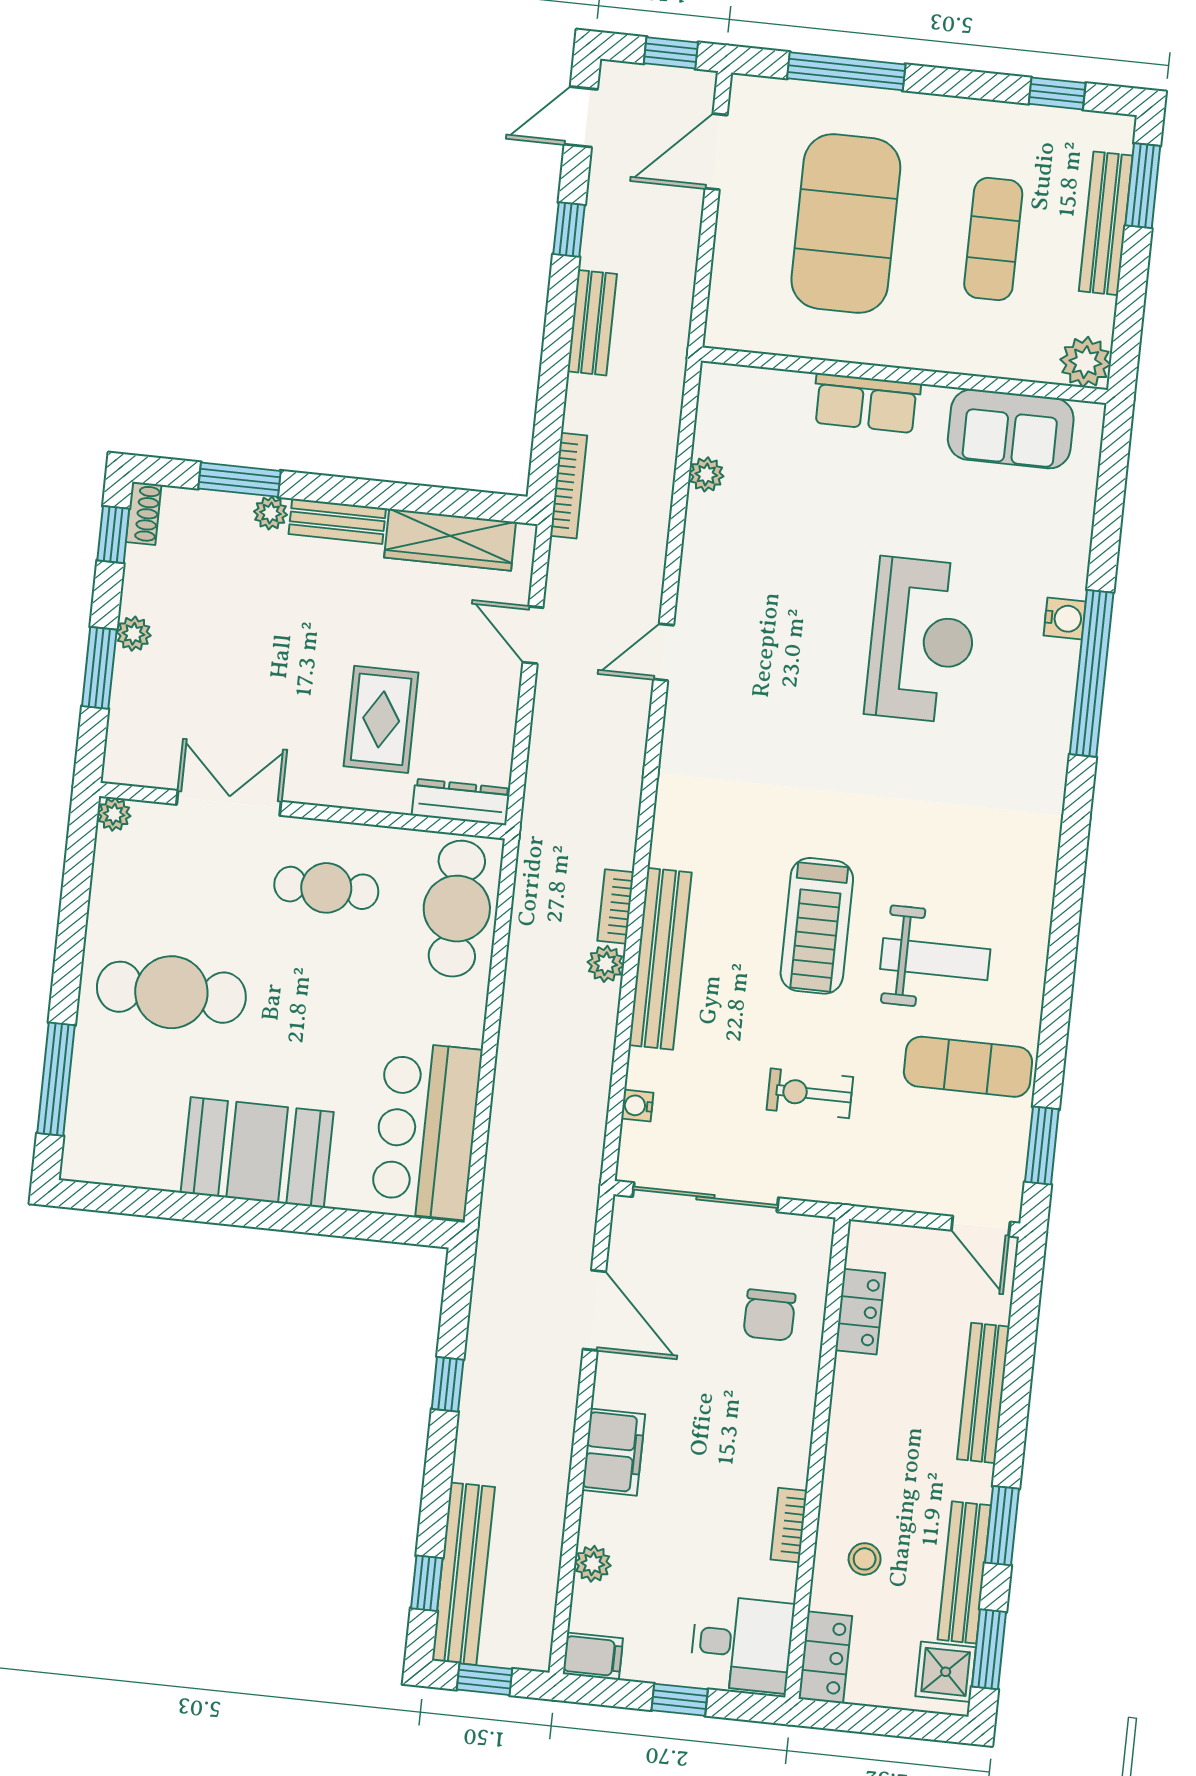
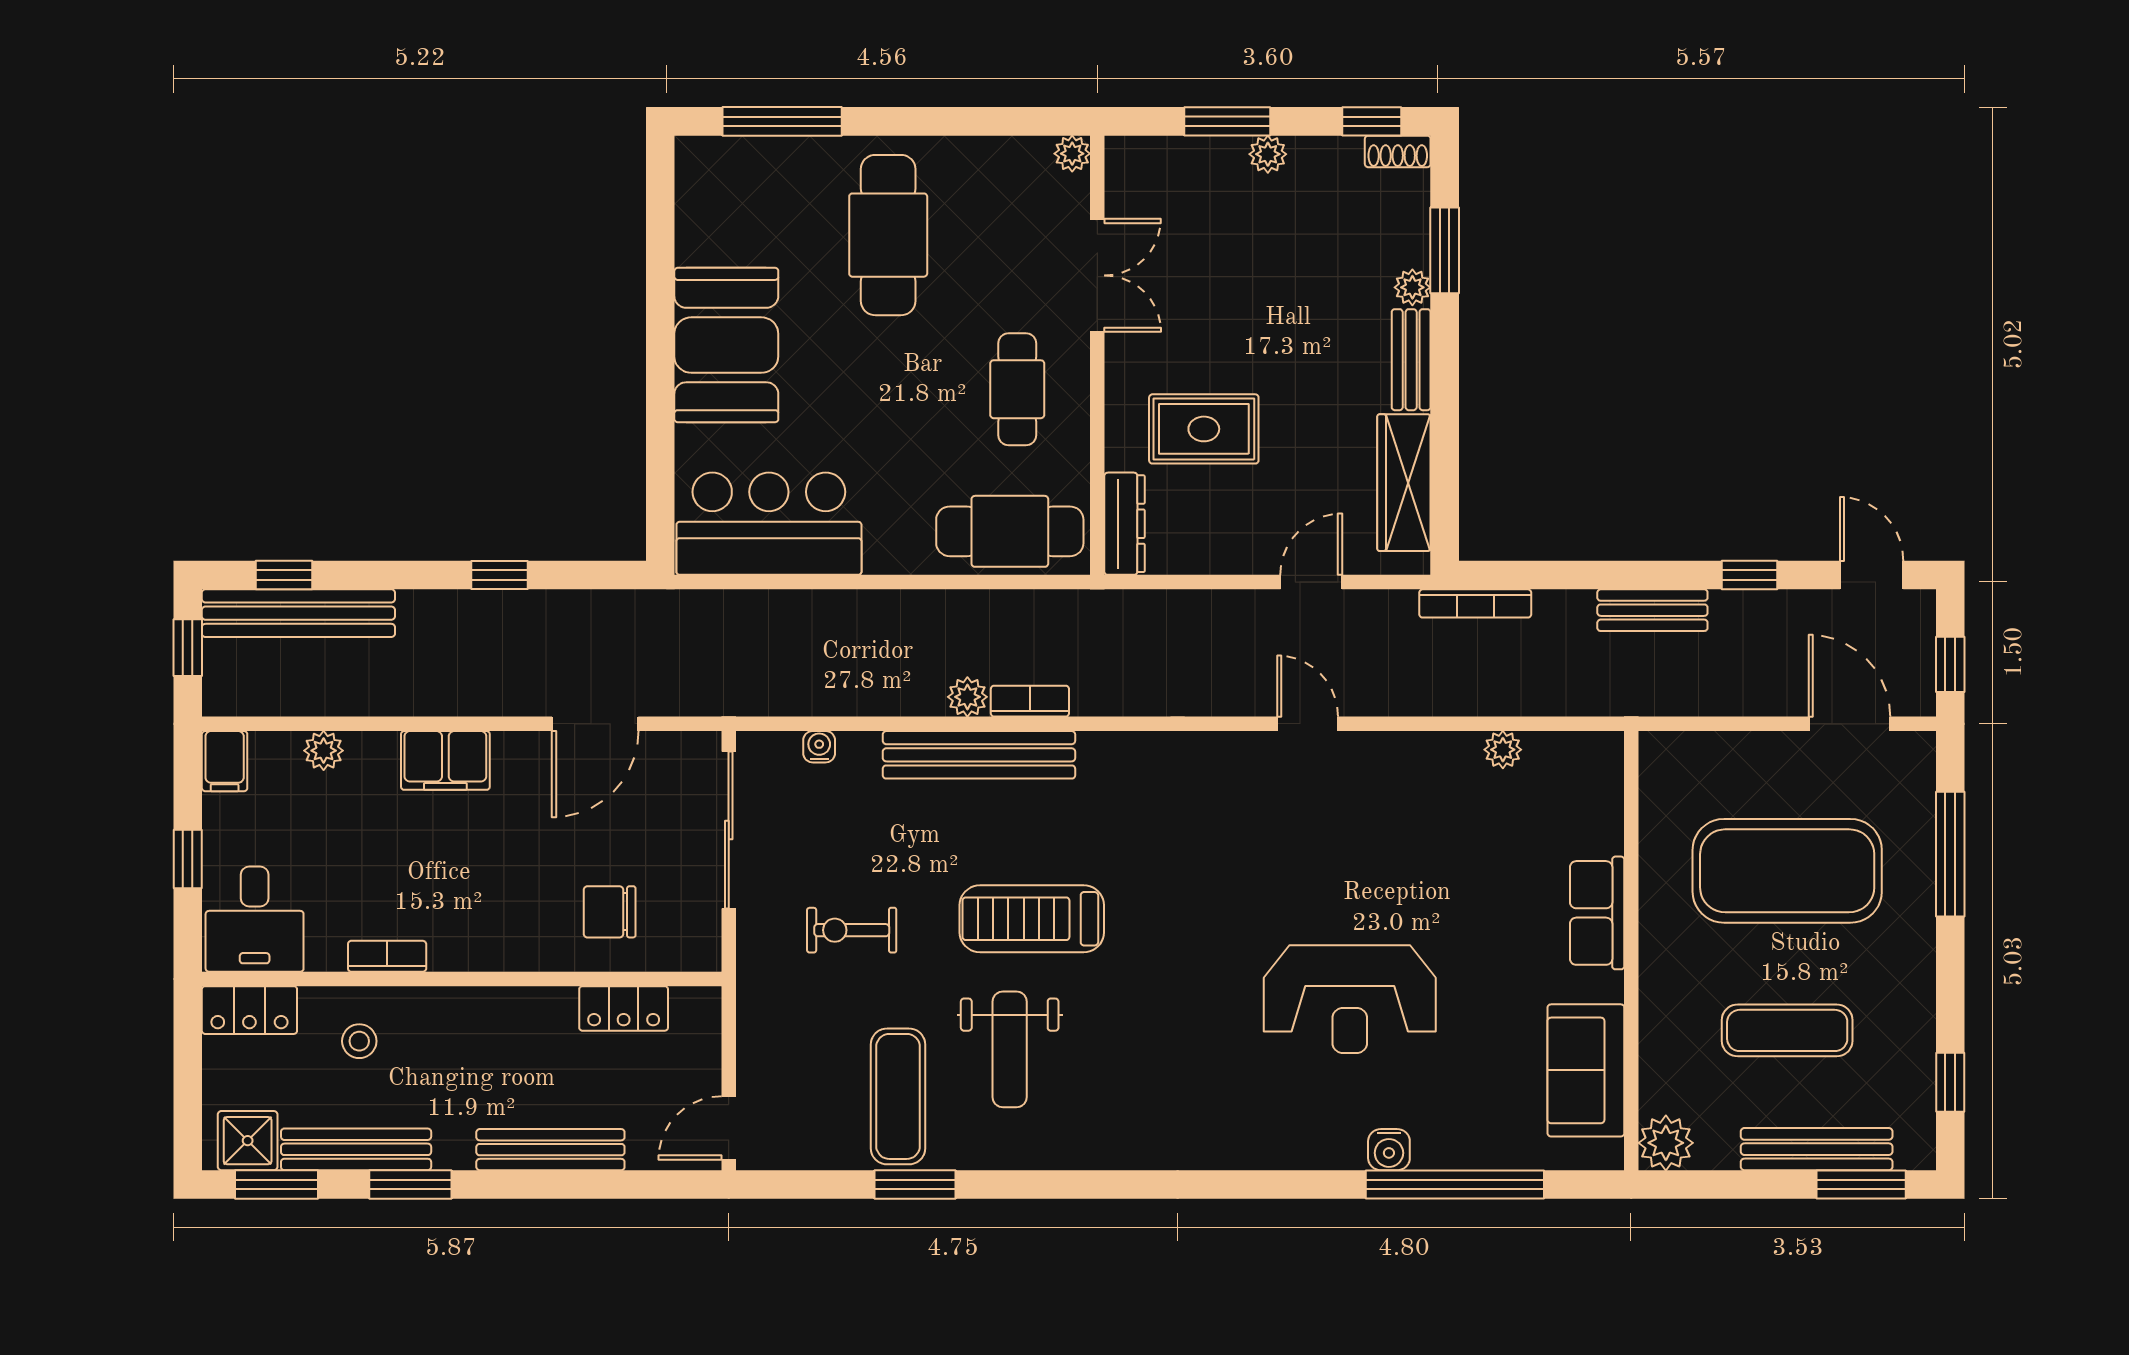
window: (1092, 673) -> (1455, 1185), moved
exercise bike: (810, 1093) -> (852, 930), turned -90
window: (1042, 1146) -> (915, 1185), moved

